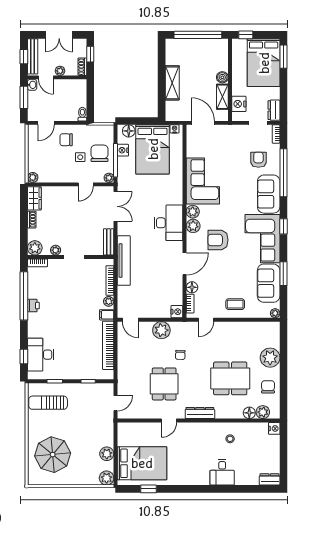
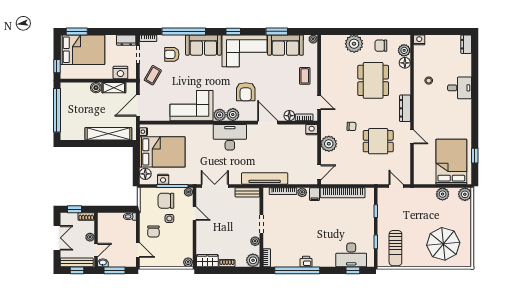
shelving: (172, 83) -> (108, 134), width x1.47
coffee table: (236, 139) -> (153, 75), added

